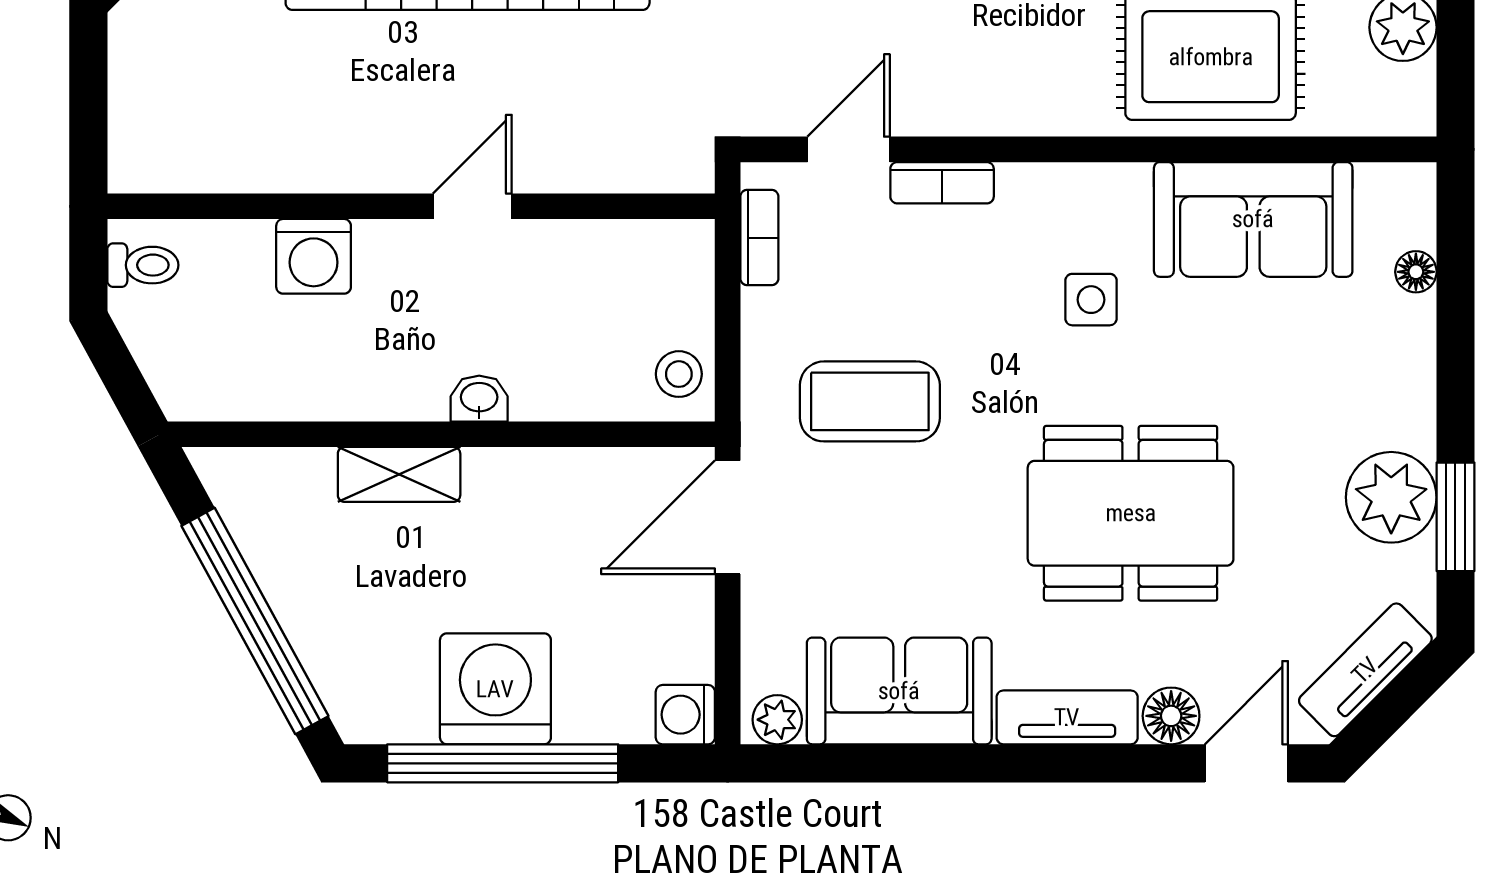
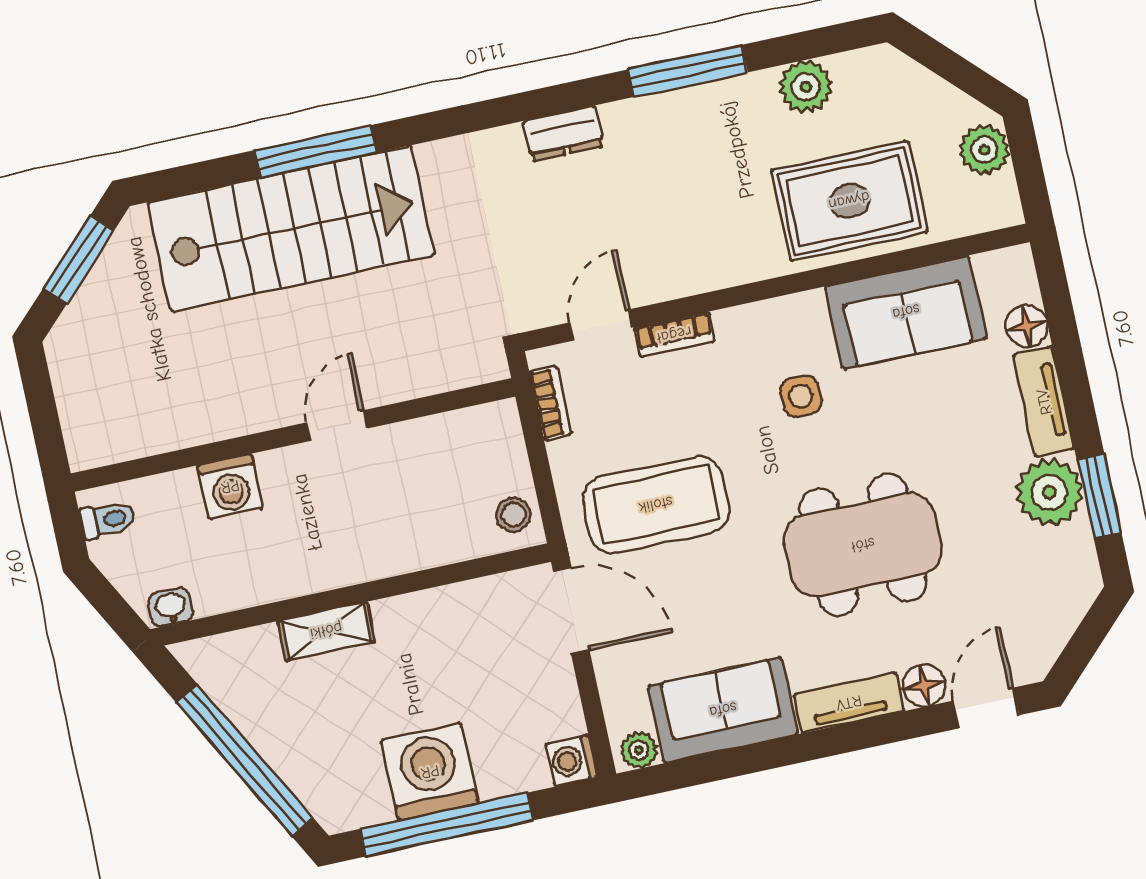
floor lamp: (1416, 272) -> (1026, 326), width x1.37, depth x1.37
washbasin: (479, 399) -> (171, 607), moved
coffee table: (870, 401) -> (656, 505), width x1.36, depth x1.32
door: (728, 517) -> (571, 611), swing flipped
tv unit: (1365, 670) -> (1044, 402), moved, turned -45

